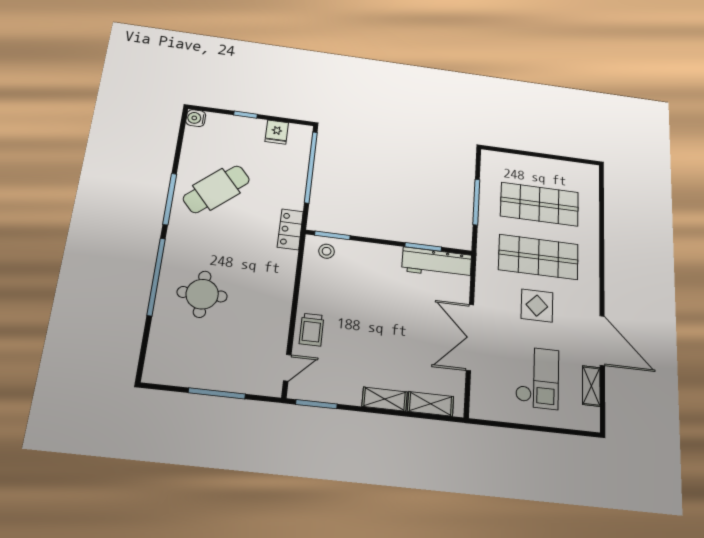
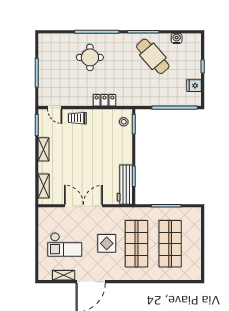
water cooler: (196, 118) -> (177, 38), moved
locker: (290, 229) -> (104, 100), moved
shelving: (385, 399) -> (44, 149), moved

